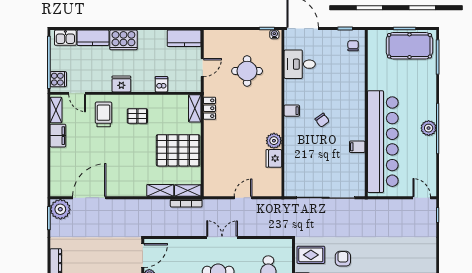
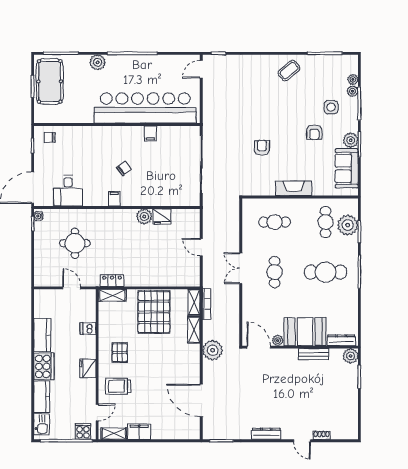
kitchen counter: (184, 38) -> (42, 335), moved
plant: (429, 128) -> (98, 62), moved
plant: (60, 209) -> (213, 350), moved
rug: (311, 255) -> (258, 180), removed
armchair: (343, 259) -> (262, 148), turned 90

